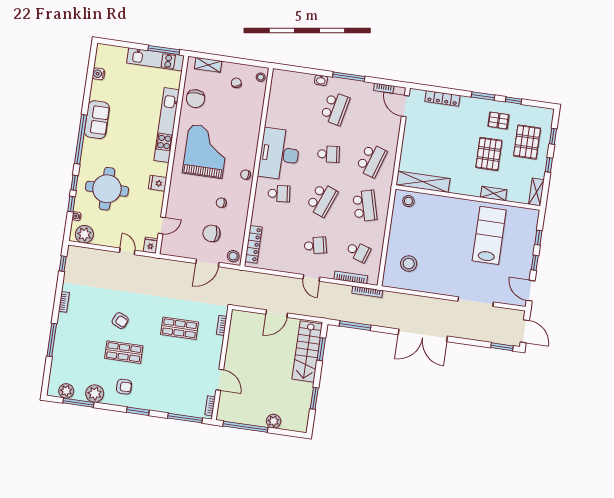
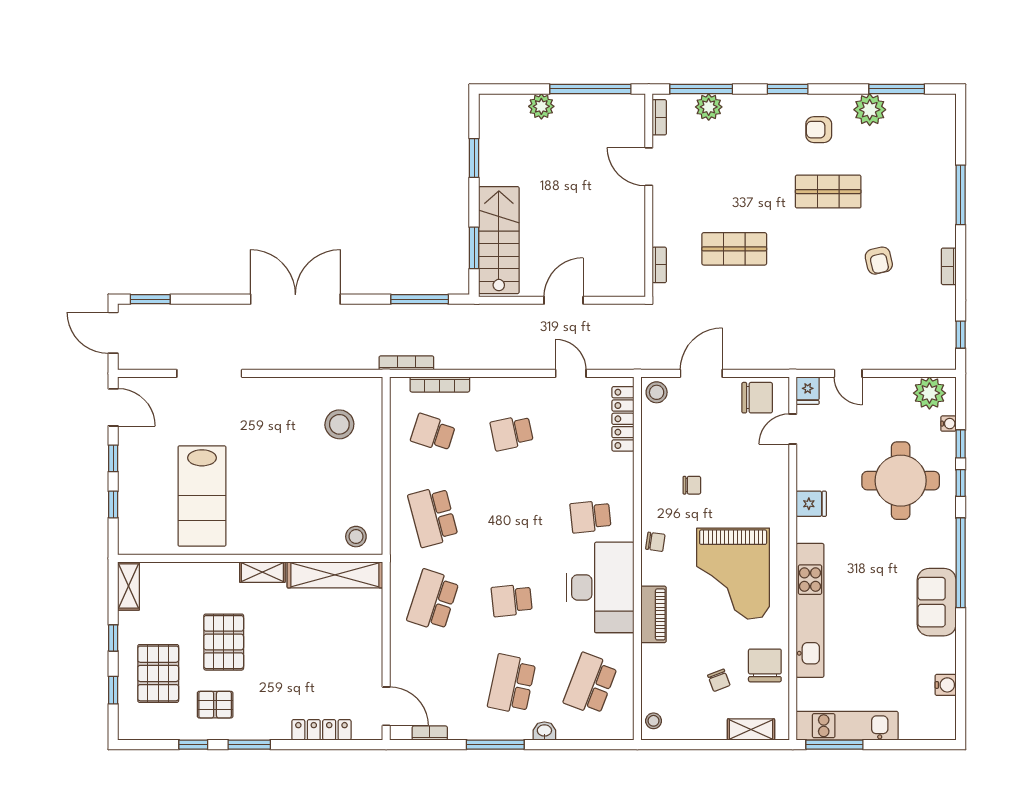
chair: (236, 83) -> (719, 680), moved
piano: (252, 135) -> (653, 614), added
shelving: (494, 194) -> (262, 572), moved
school desk: (322, 200) -> (590, 684), moved
chair: (212, 233) -> (757, 398), moved
door: (311, 278) -> (571, 373), moved
armchair: (120, 321) -> (879, 261), moved, turned -127
plant: (66, 391) -> (709, 107), moved

